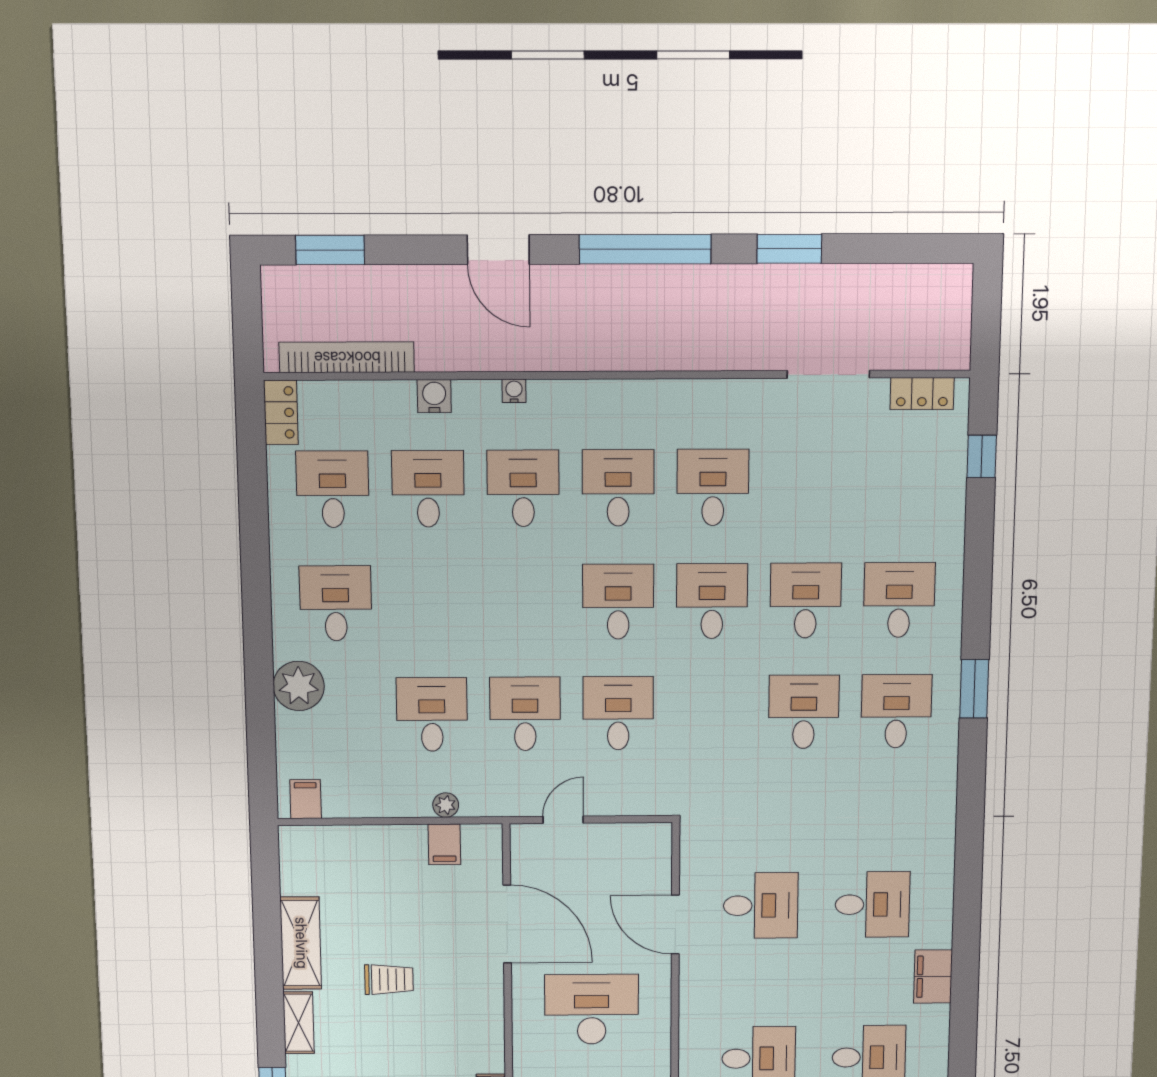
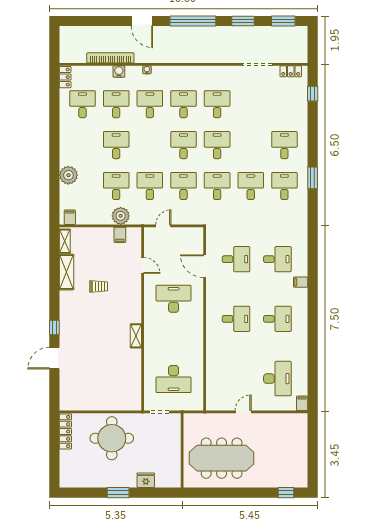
window: (330, 250) -> (283, 21), moved
bookcase: (347, 357) -> (110, 58), moved
desk: (806, 601) -> (217, 186), moved
desk: (336, 603) -> (116, 145), moved
plant: (446, 805) -> (121, 216), width x1.87, depth x1.87
door: (507, 924) -> (143, 265), width x0.53
filing cabinet: (933, 977) -> (301, 282), width x0.50
shelving: (299, 1023) -> (65, 241), moved

